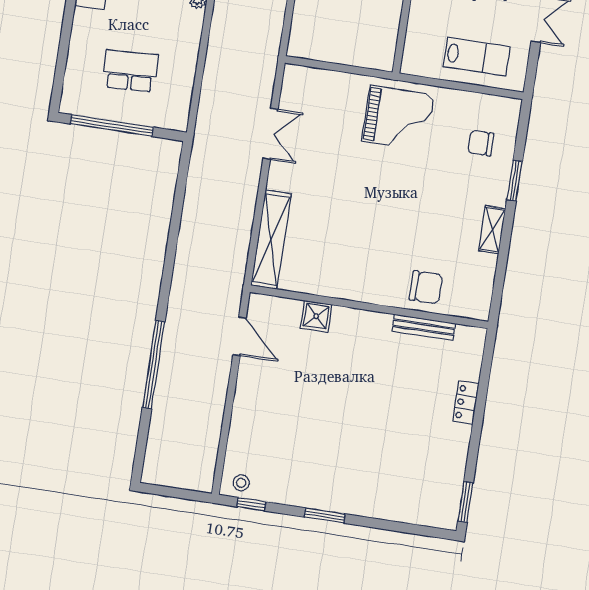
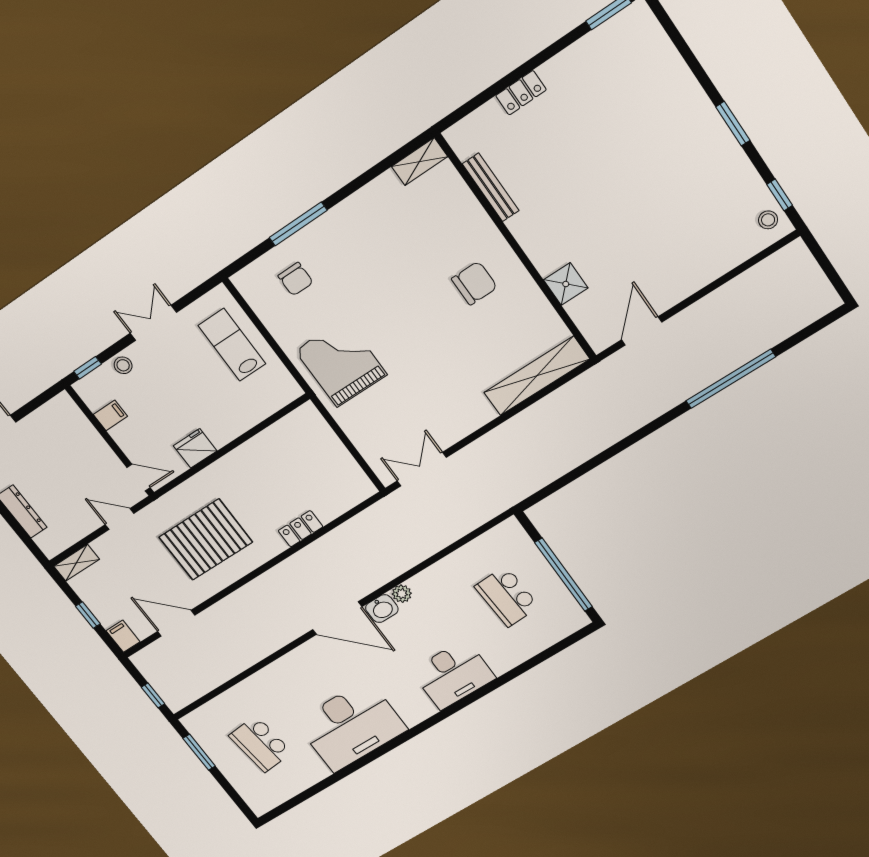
double door: (270, 134) -> (422, 469), moved
window: (515, 180) -> (298, 224), width x1.44
shelving: (492, 230) -> (420, 162), moved
chair: (426, 287) -> (474, 283), moved, turned 90

